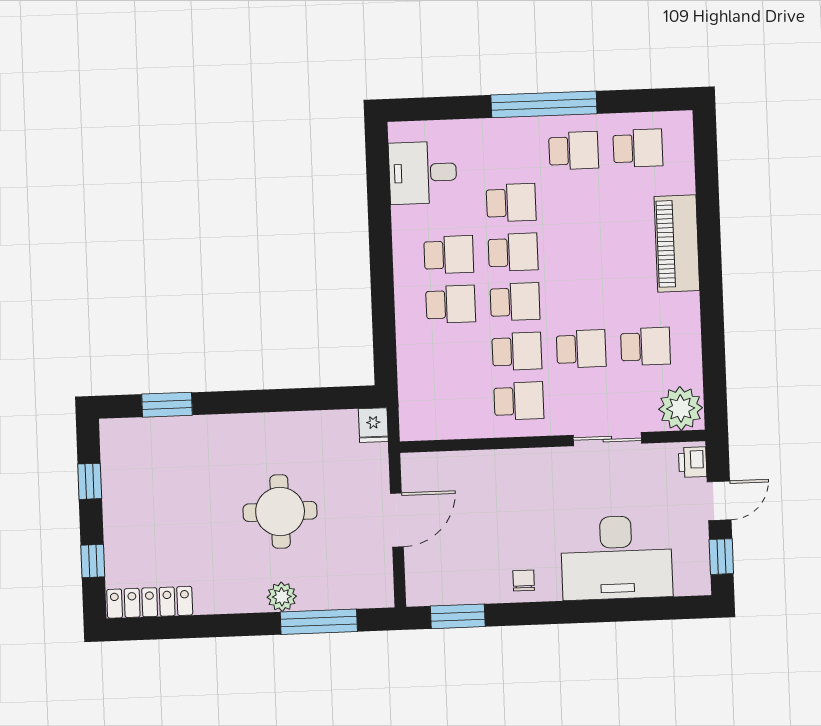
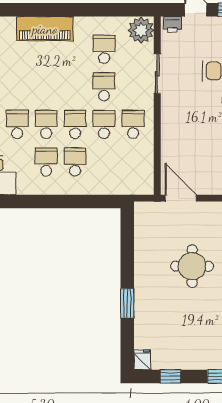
window: (167, 405) -> (127, 303), moved
fridge: (373, 425) -> (142, 360), moved, turned -90
door: (397, 520) -> (181, 198), moved

